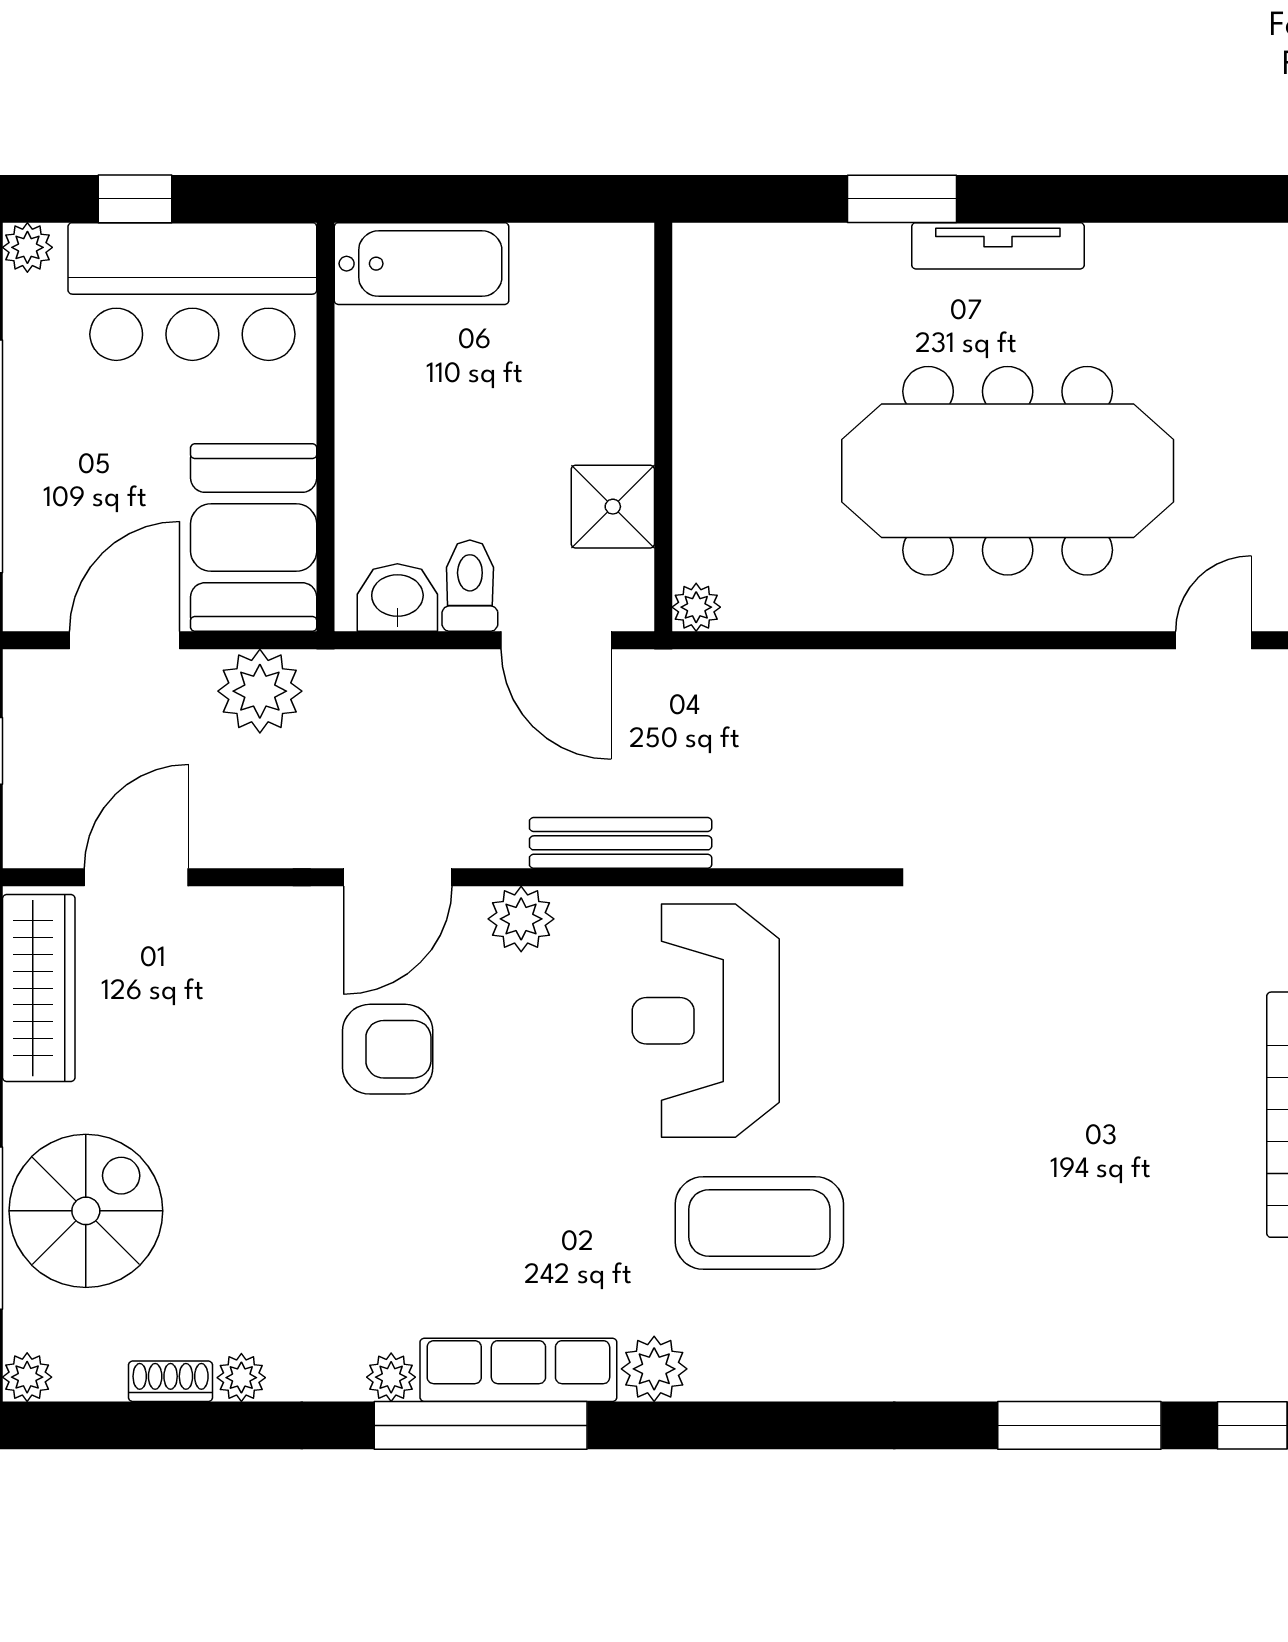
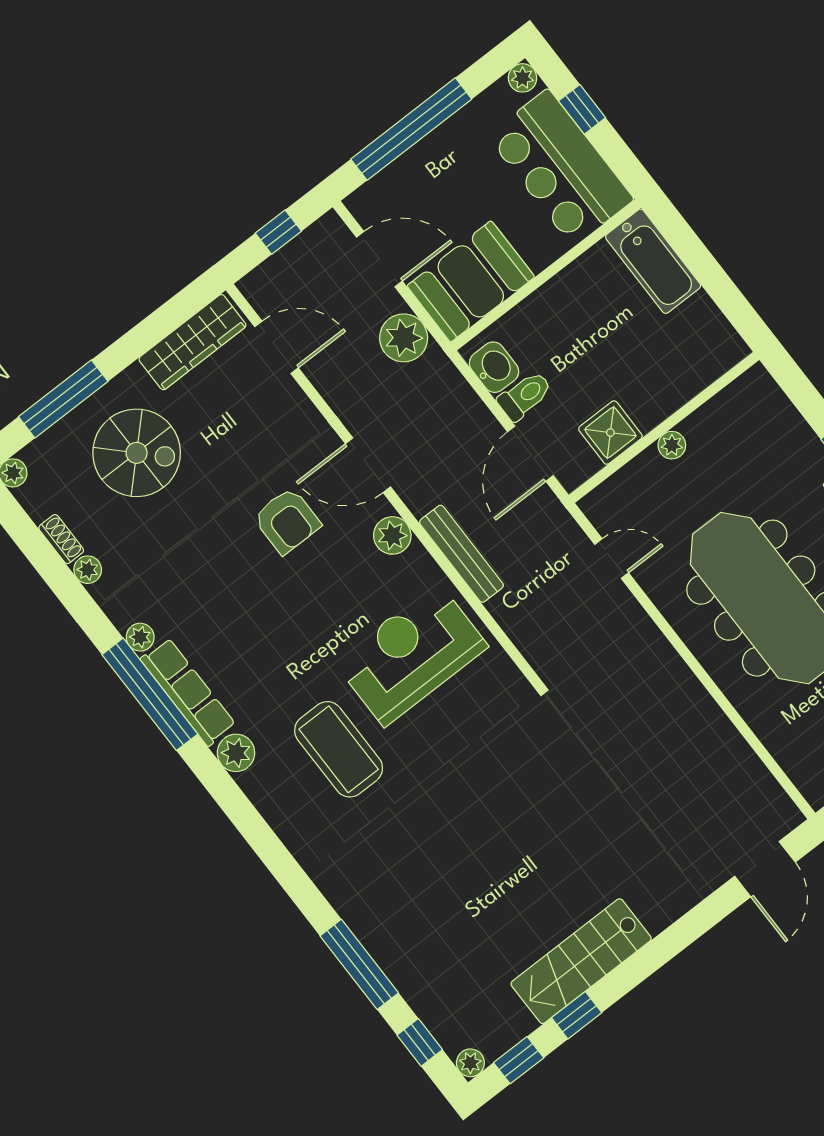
plant: (696, 607) -> (672, 445), moved
door: (1214, 640) -> (612, 559), moved
spiral stairs: (86, 1211) -> (137, 453), moved

